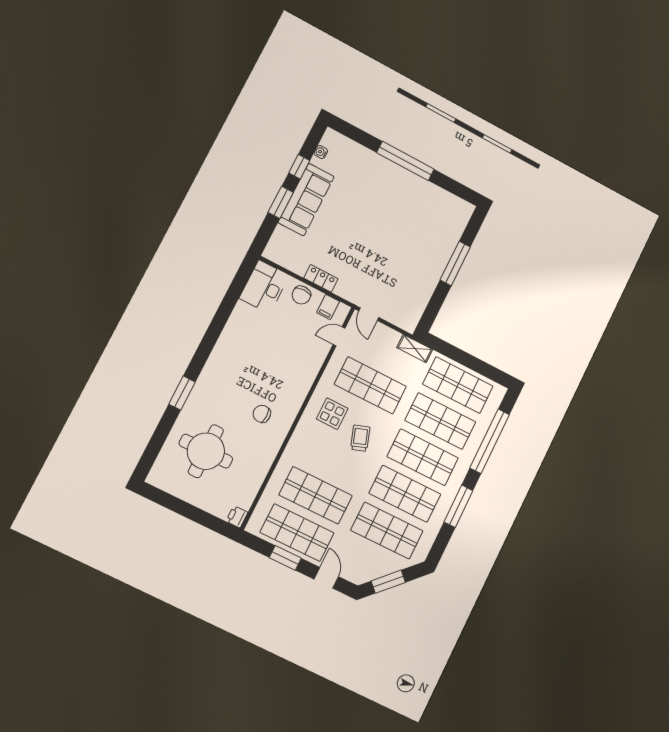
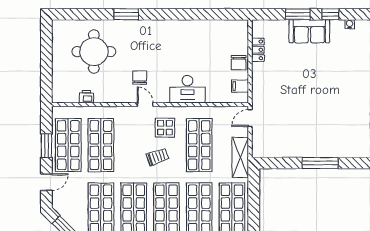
sofa: (306, 200) -> (309, 31), width x0.73
locker: (321, 278) -> (258, 50), moved
desk: (264, 287) -> (187, 89), moved, turned 180
chair: (301, 295) -> (239, 63), turned -90
door: (339, 336) -> (145, 105), moved
shelving: (415, 349) -> (240, 157), width x1.50, depth x1.33
printer: (237, 517) -> (86, 97), moved

